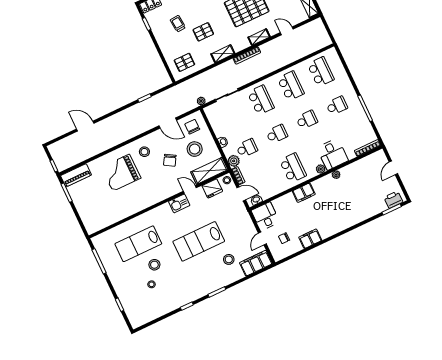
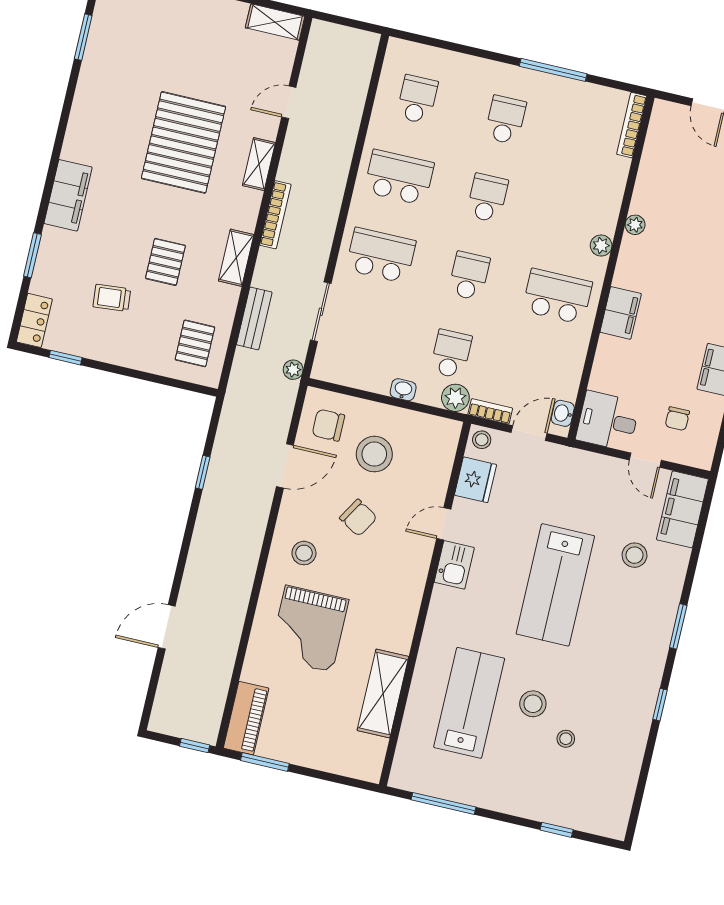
school desk: (321, 72) -> (417, 99), width x0.54
bench: (208, 75) -> (254, 318), added
desk: (333, 154) -> (591, 201), removed
shelving: (209, 171) -> (383, 694), moved
lab bench: (138, 244) -> (469, 703), turned 180

